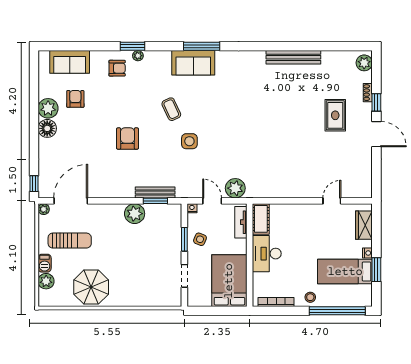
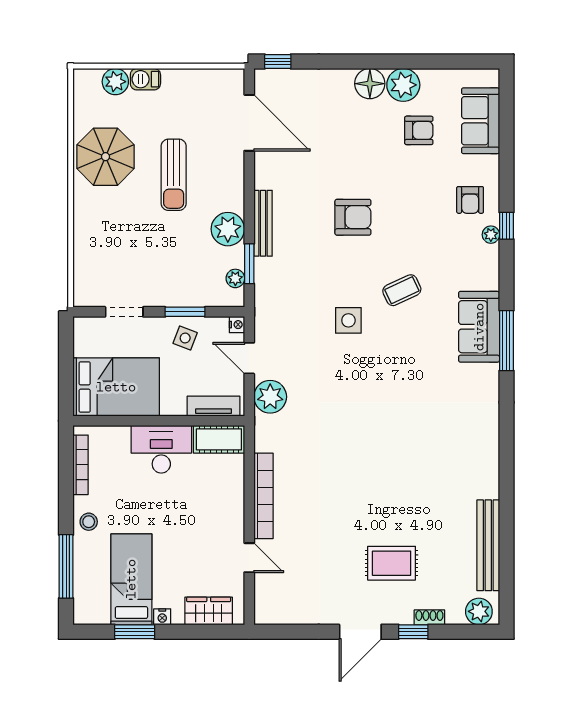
window: (133, 46) -> (506, 226), width x0.67
bench: (293, 57) -> (488, 545), moved
bookcase: (295, 192) -> (263, 496), added
bench: (155, 193) -> (263, 223), moved
door: (212, 201) -> (249, 358), swing flipped
plant: (44, 209) -> (235, 278), moved
sun lounger: (70, 241) -> (174, 175), moved
window: (337, 311) -> (66, 566), width x0.68

